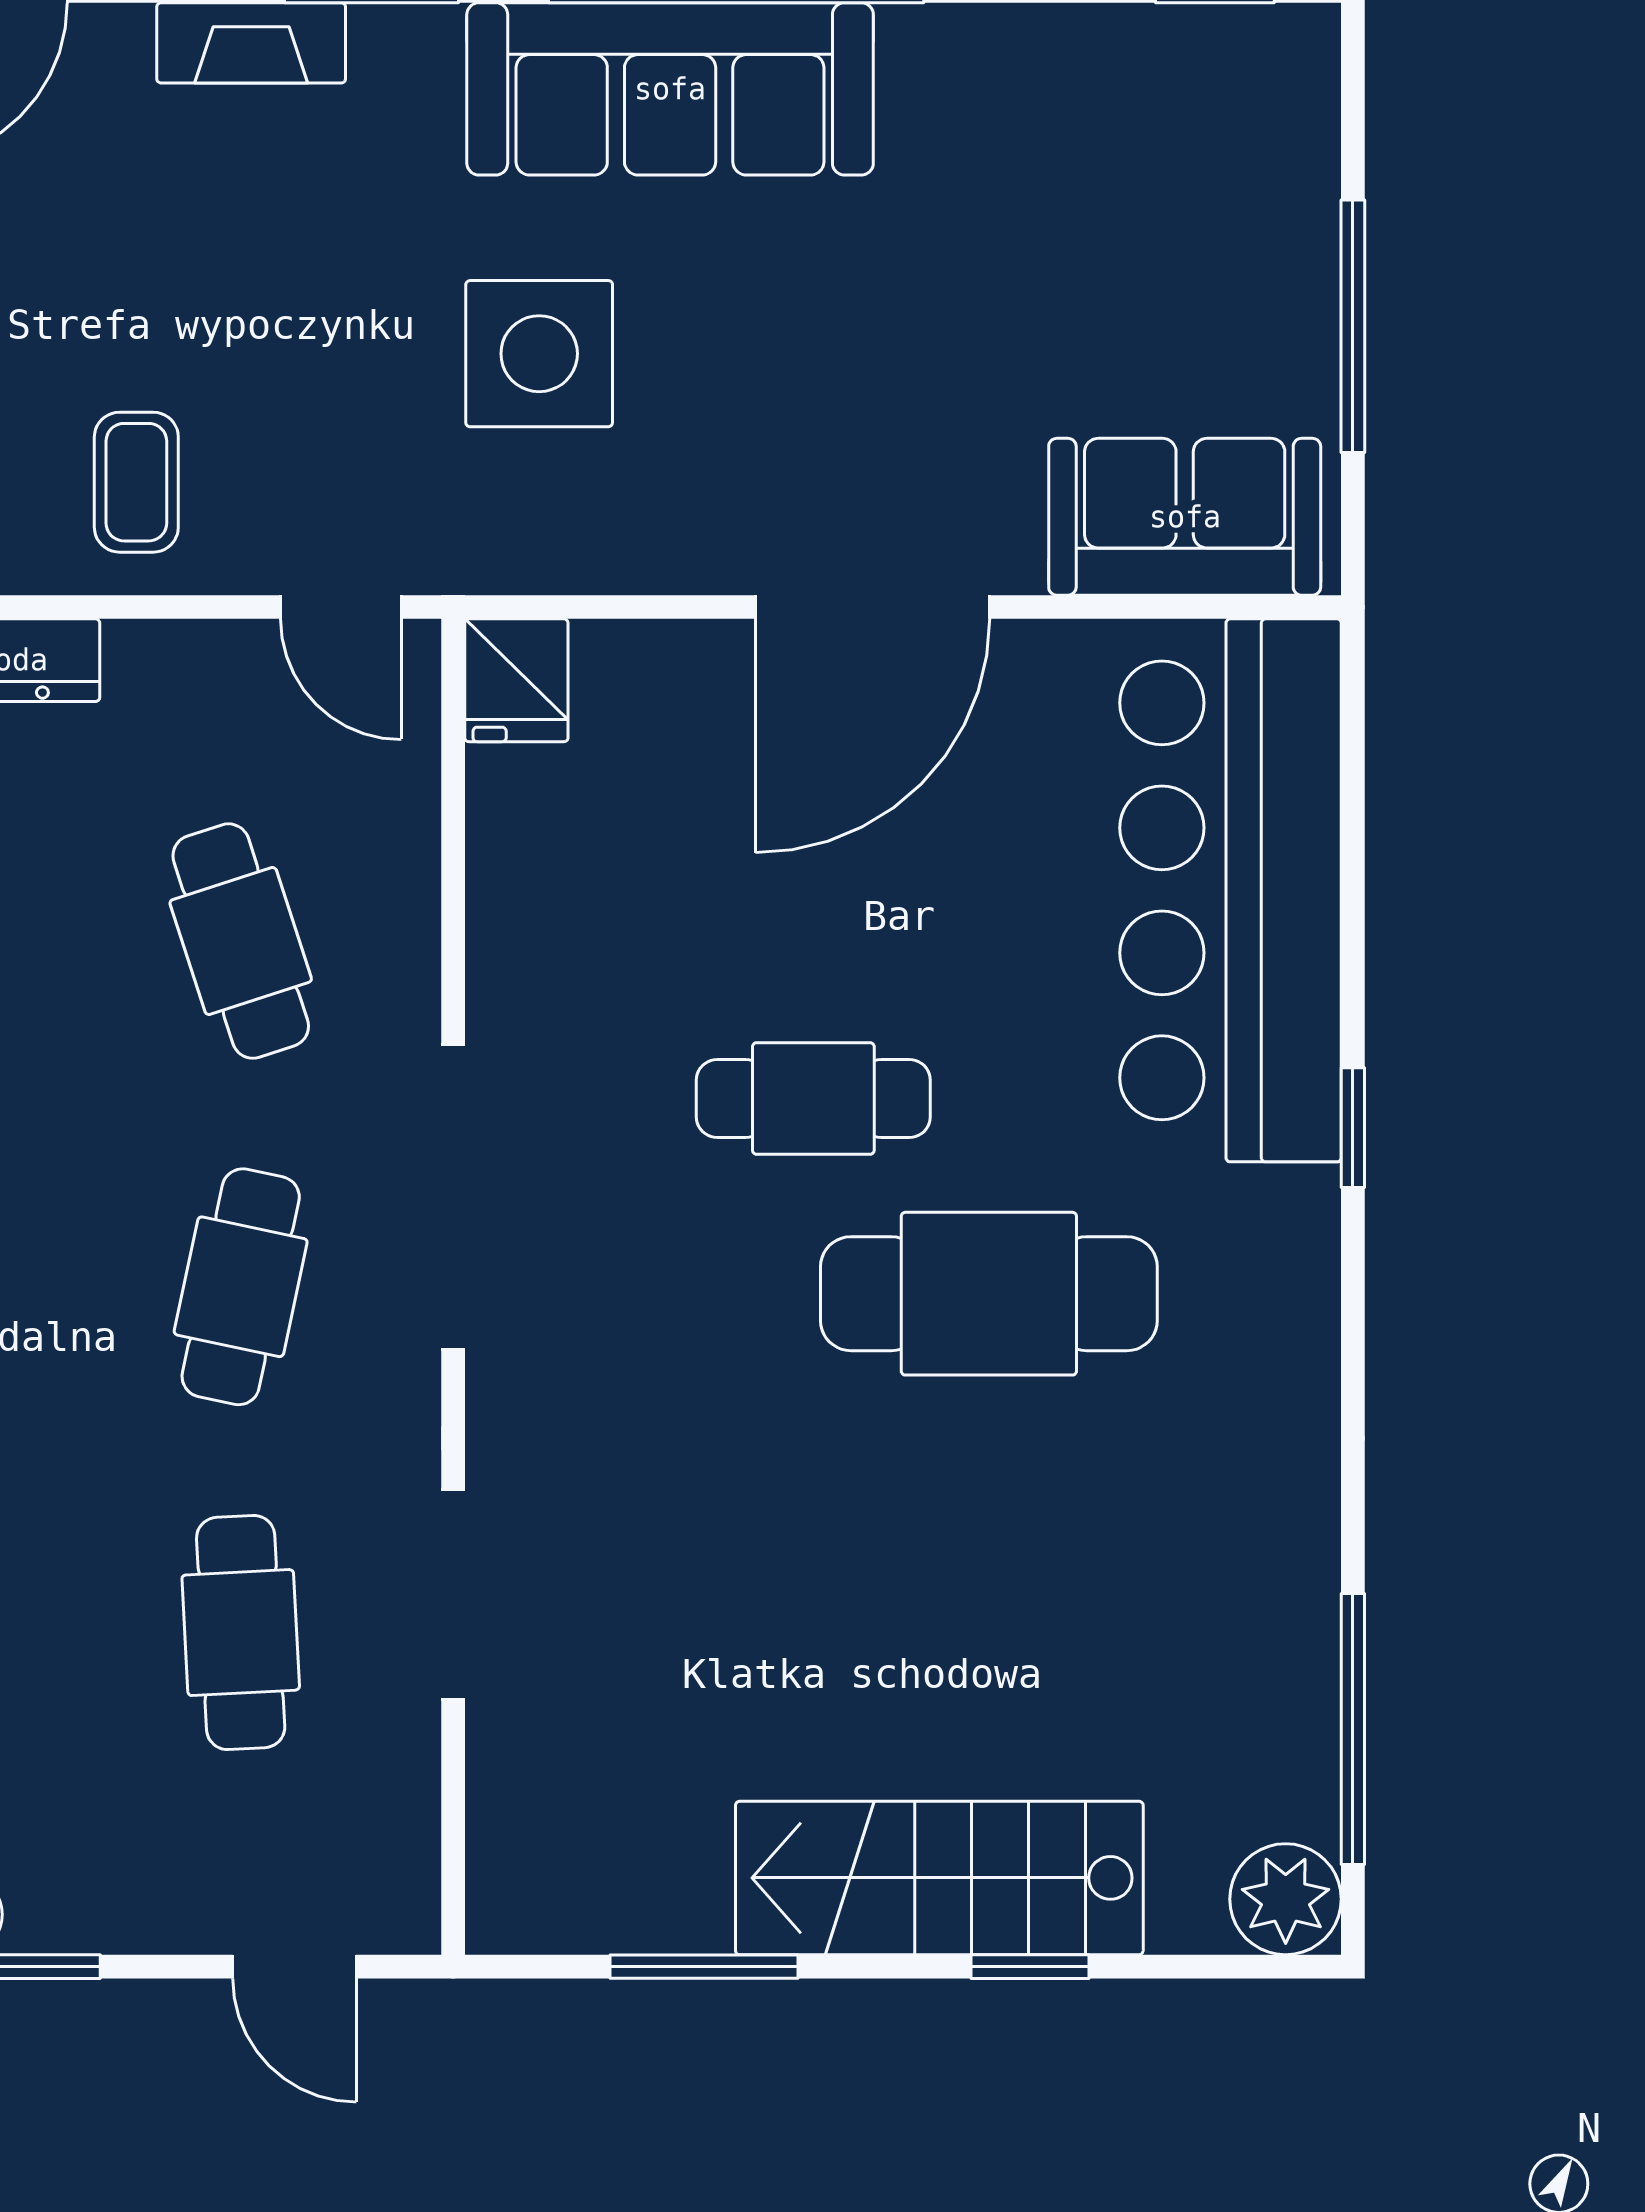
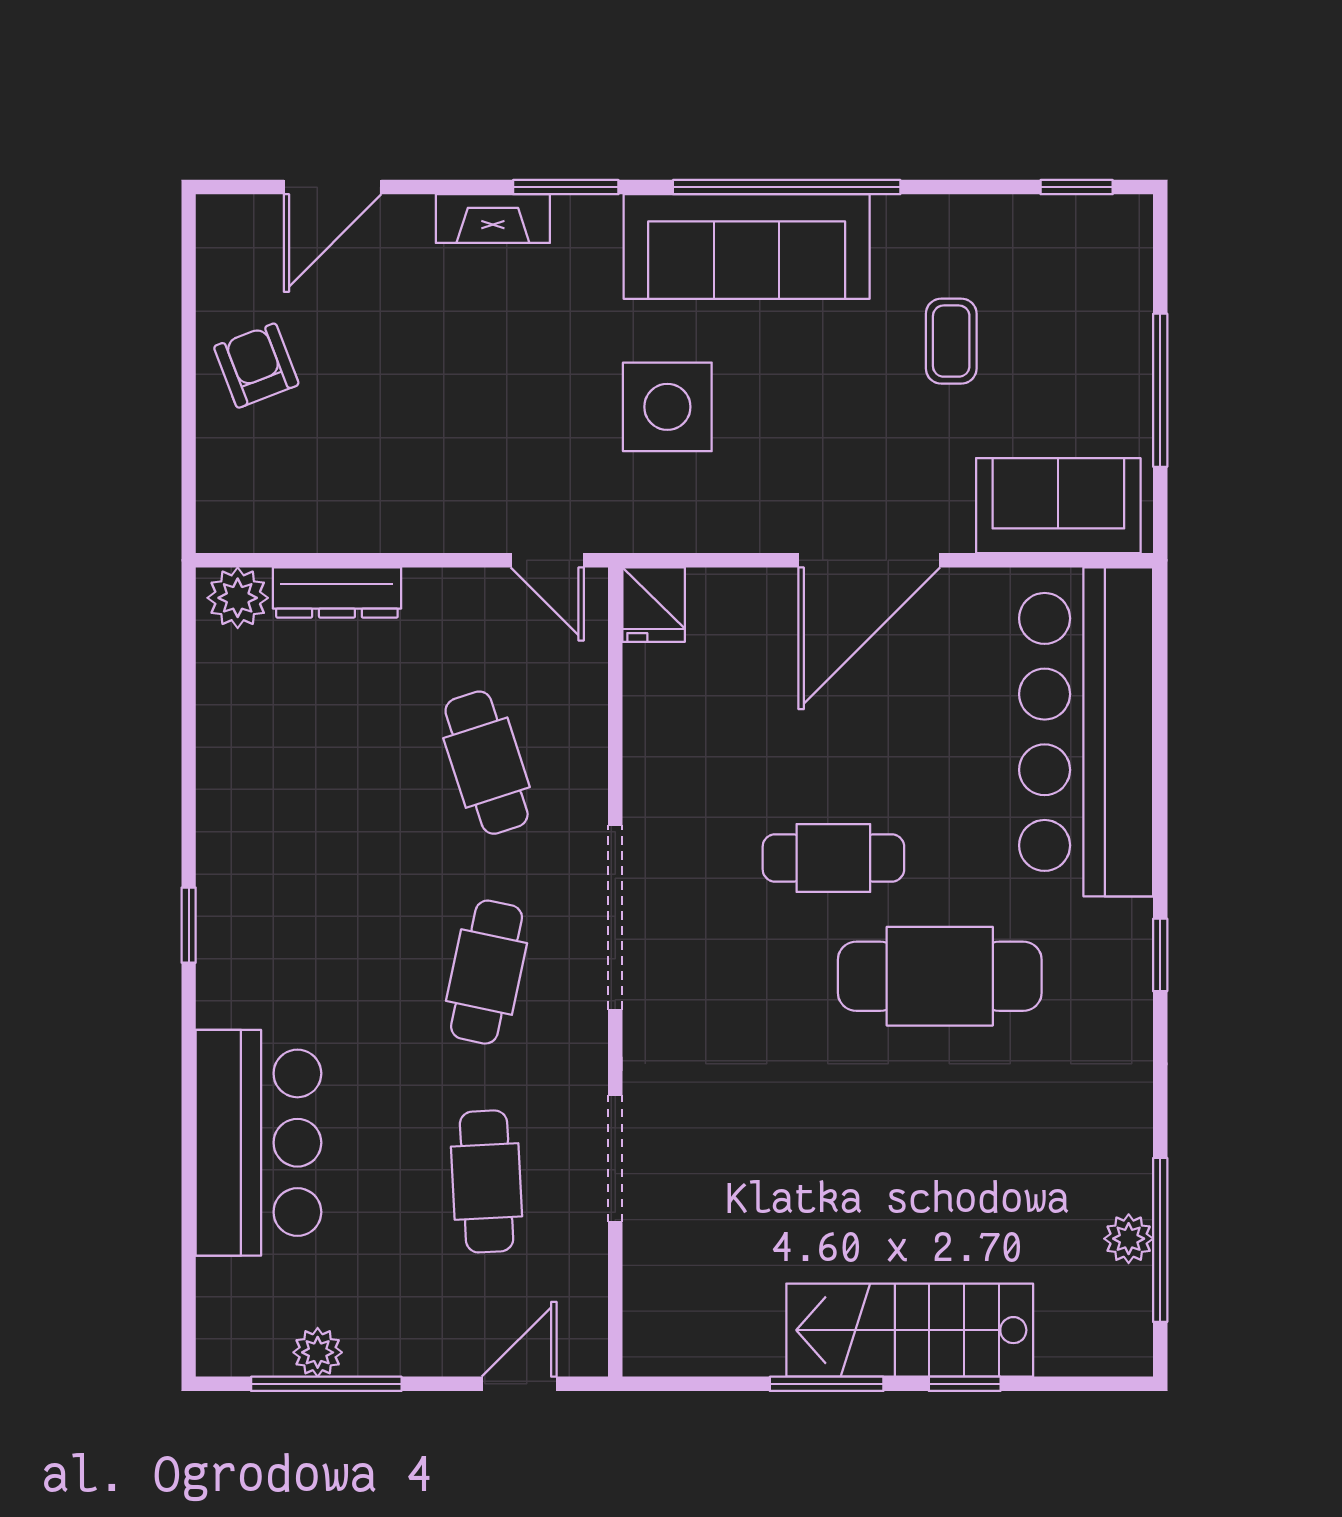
coffee table: (136, 482) -> (951, 341), moved
window: (1353, 1128) -> (1160, 955), moved
plant: (1286, 1899) -> (1129, 1239), moved, width x0.73, depth x0.73
door: (294, 1967) -> (519, 1384), swing flipped
window: (704, 1967) -> (827, 1384), moved

